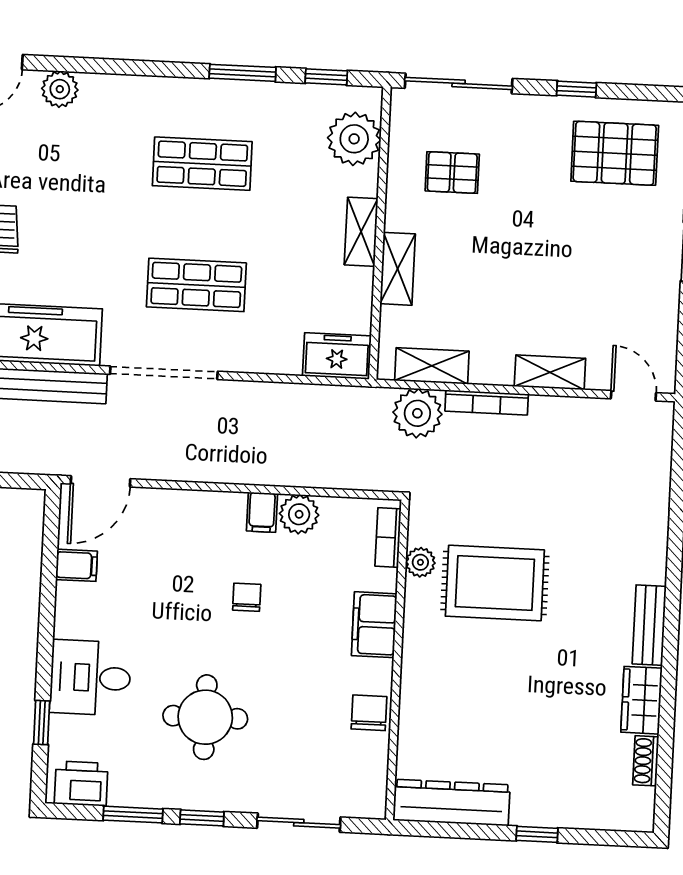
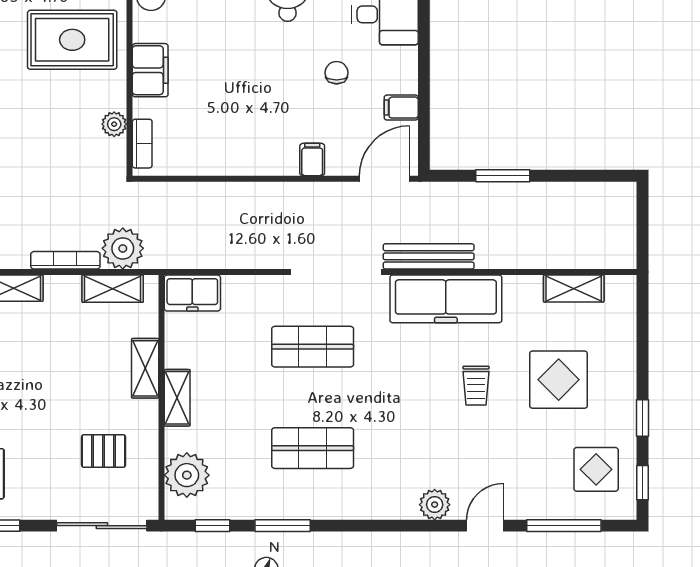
filing cabinet: (262, 512) -> (312, 160), moved
plant: (299, 514) -> (217, 159), removed
rug: (495, 583) -> (72, 40), moved
chair: (247, 597) -> (337, 73), moved, turned 180

